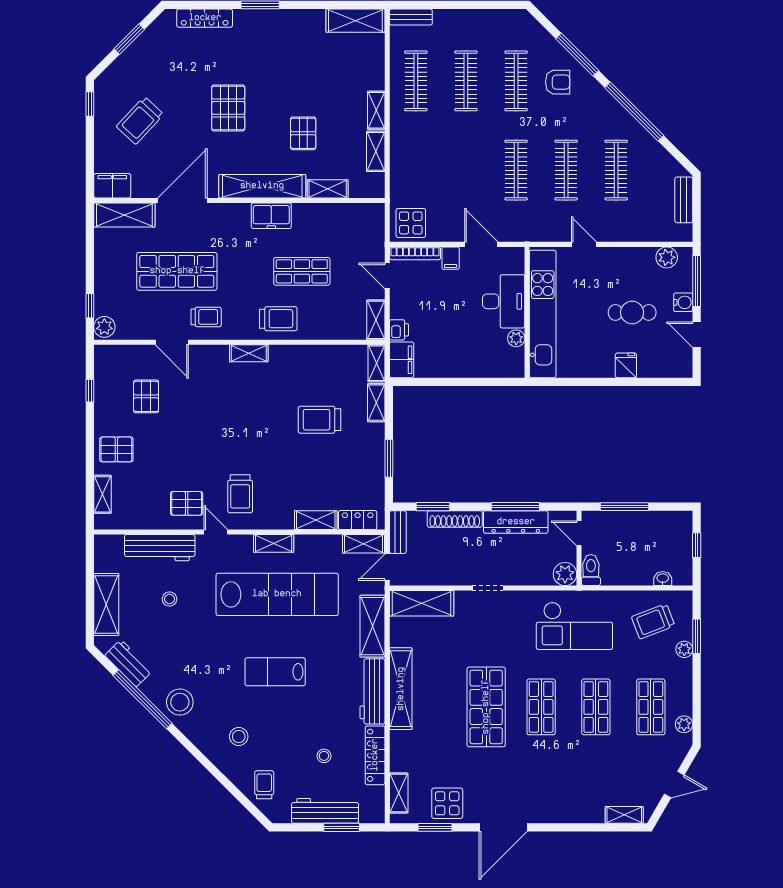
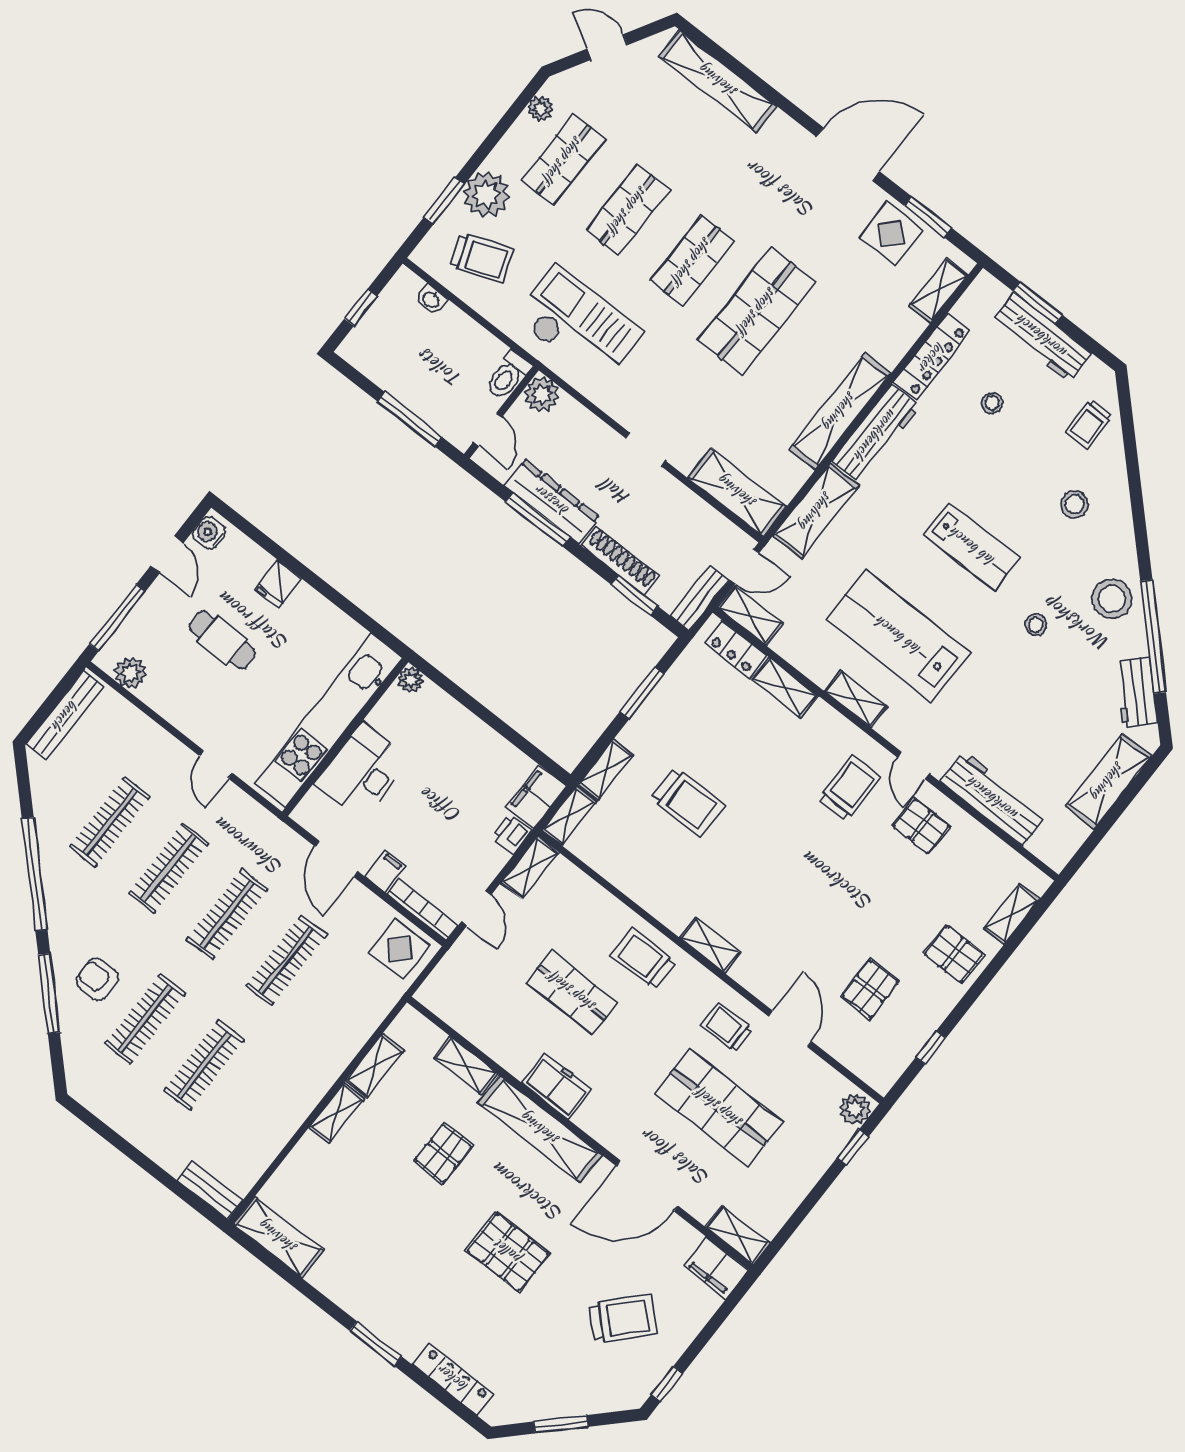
clothes rail: (416, 81) -> (286, 960), moved
pallet: (228, 108) -> (508, 1252), turned 90
bench: (684, 200) -> (65, 715), width x1.36
shelving: (124, 215) -> (738, 1235), width x0.67, depth x0.75
water cooler: (683, 302) -> (209, 533), moved
plant: (516, 338) -> (411, 680), moved
lab bench: (277, 594) -> (898, 636), width x0.73
stool: (169, 599) -> (1036, 625), moved
plant: (684, 649) -> (486, 195), width x1.88, depth x1.88
shelving: (624, 815) -> (718, 81), width x2.20, depth x1.33

